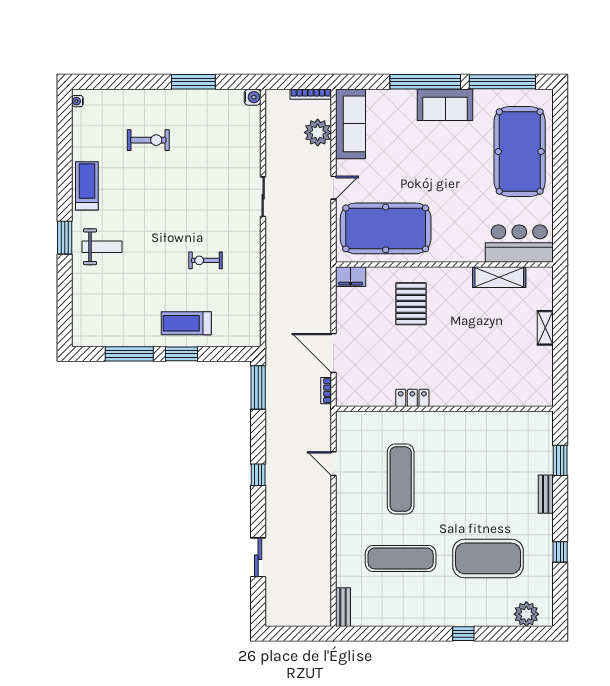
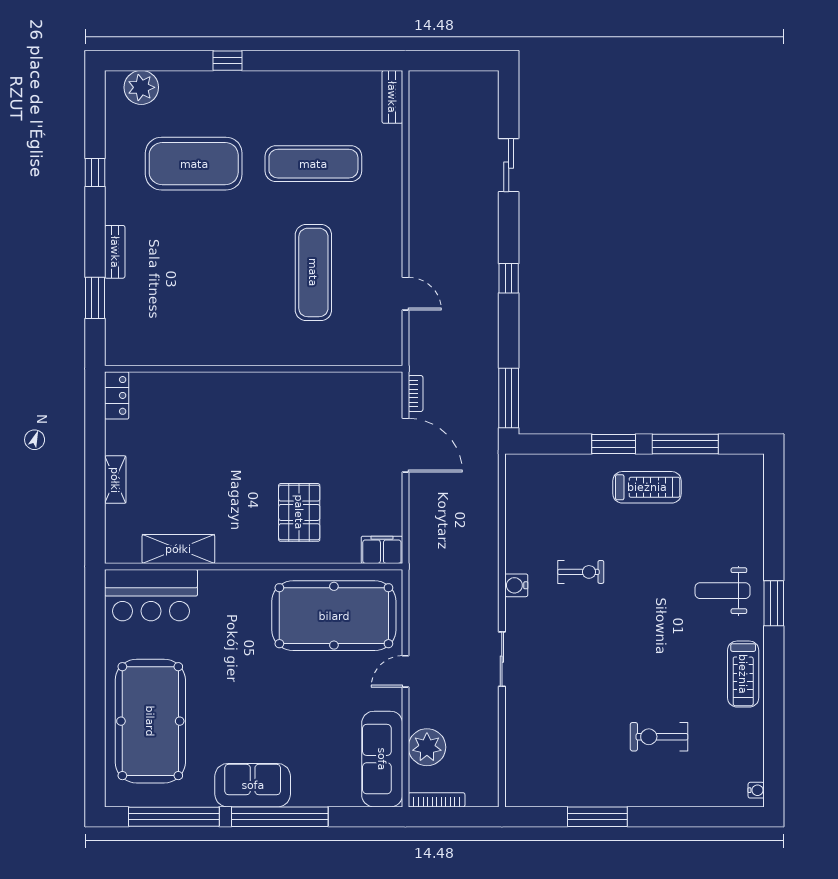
water cooler: (253, 97) -> (516, 585), moved
treadmill: (186, 323) -> (647, 487), moved
locker: (412, 398) -> (117, 395), moved, turned -90

